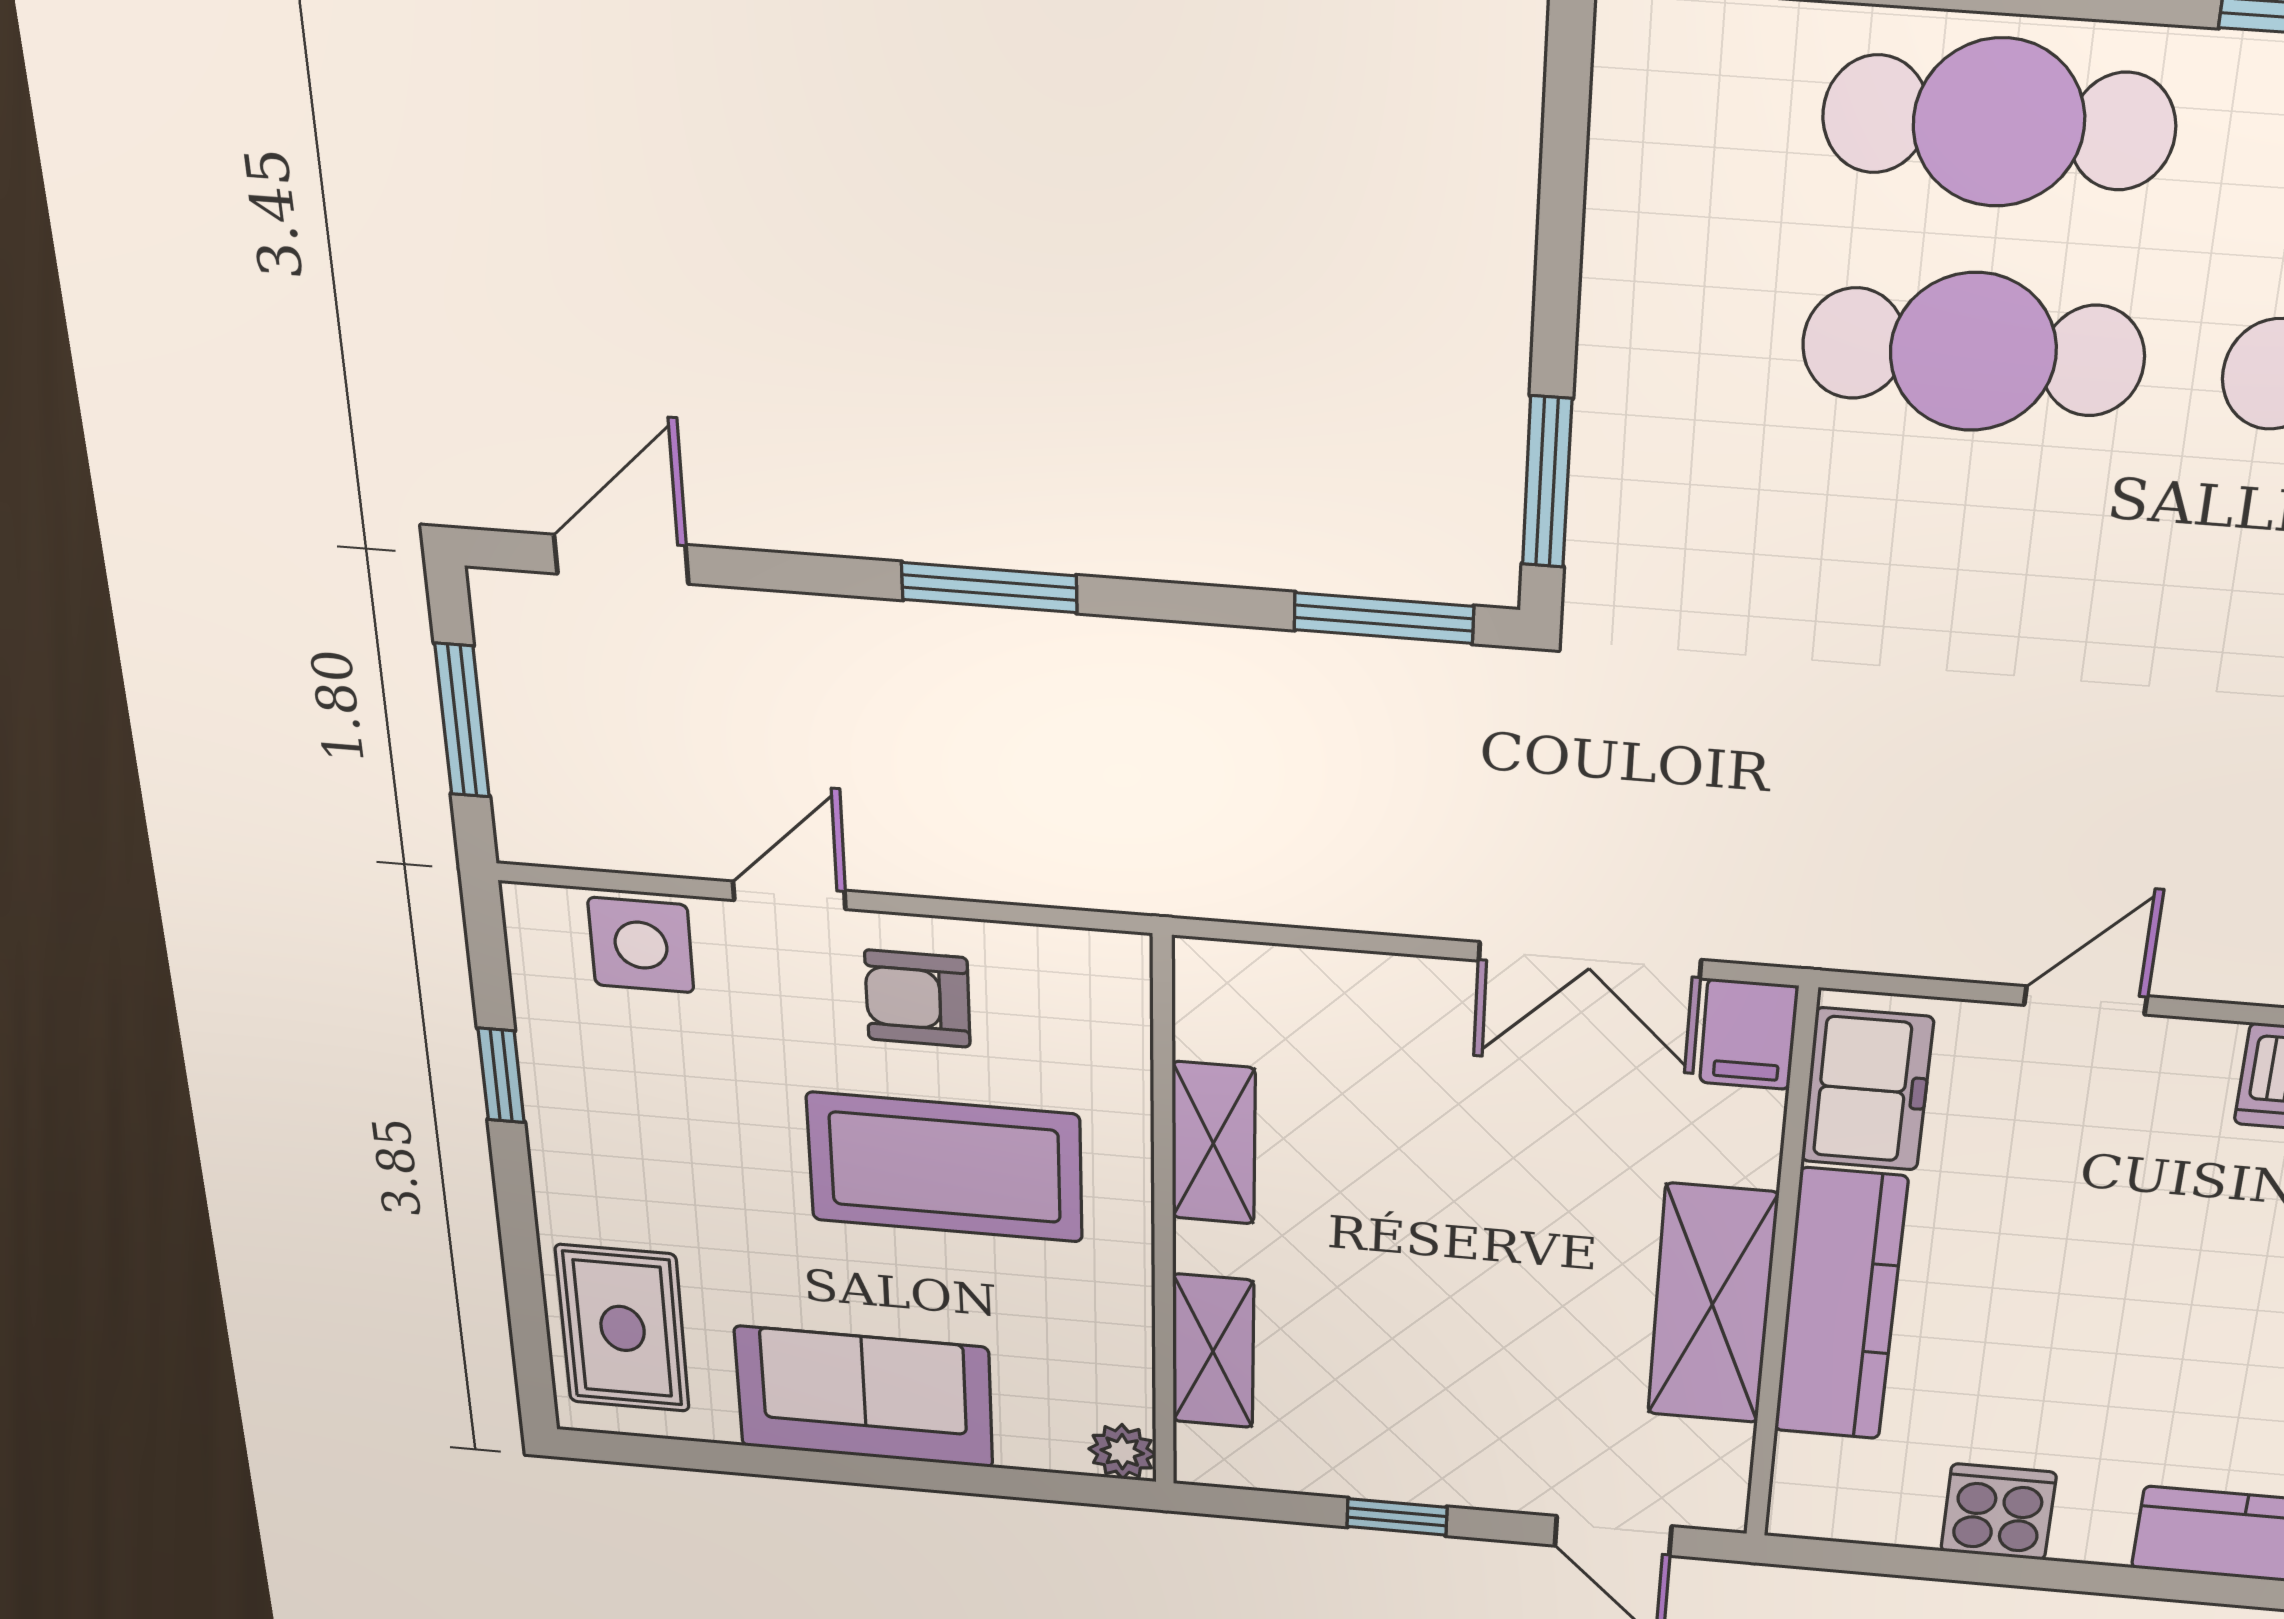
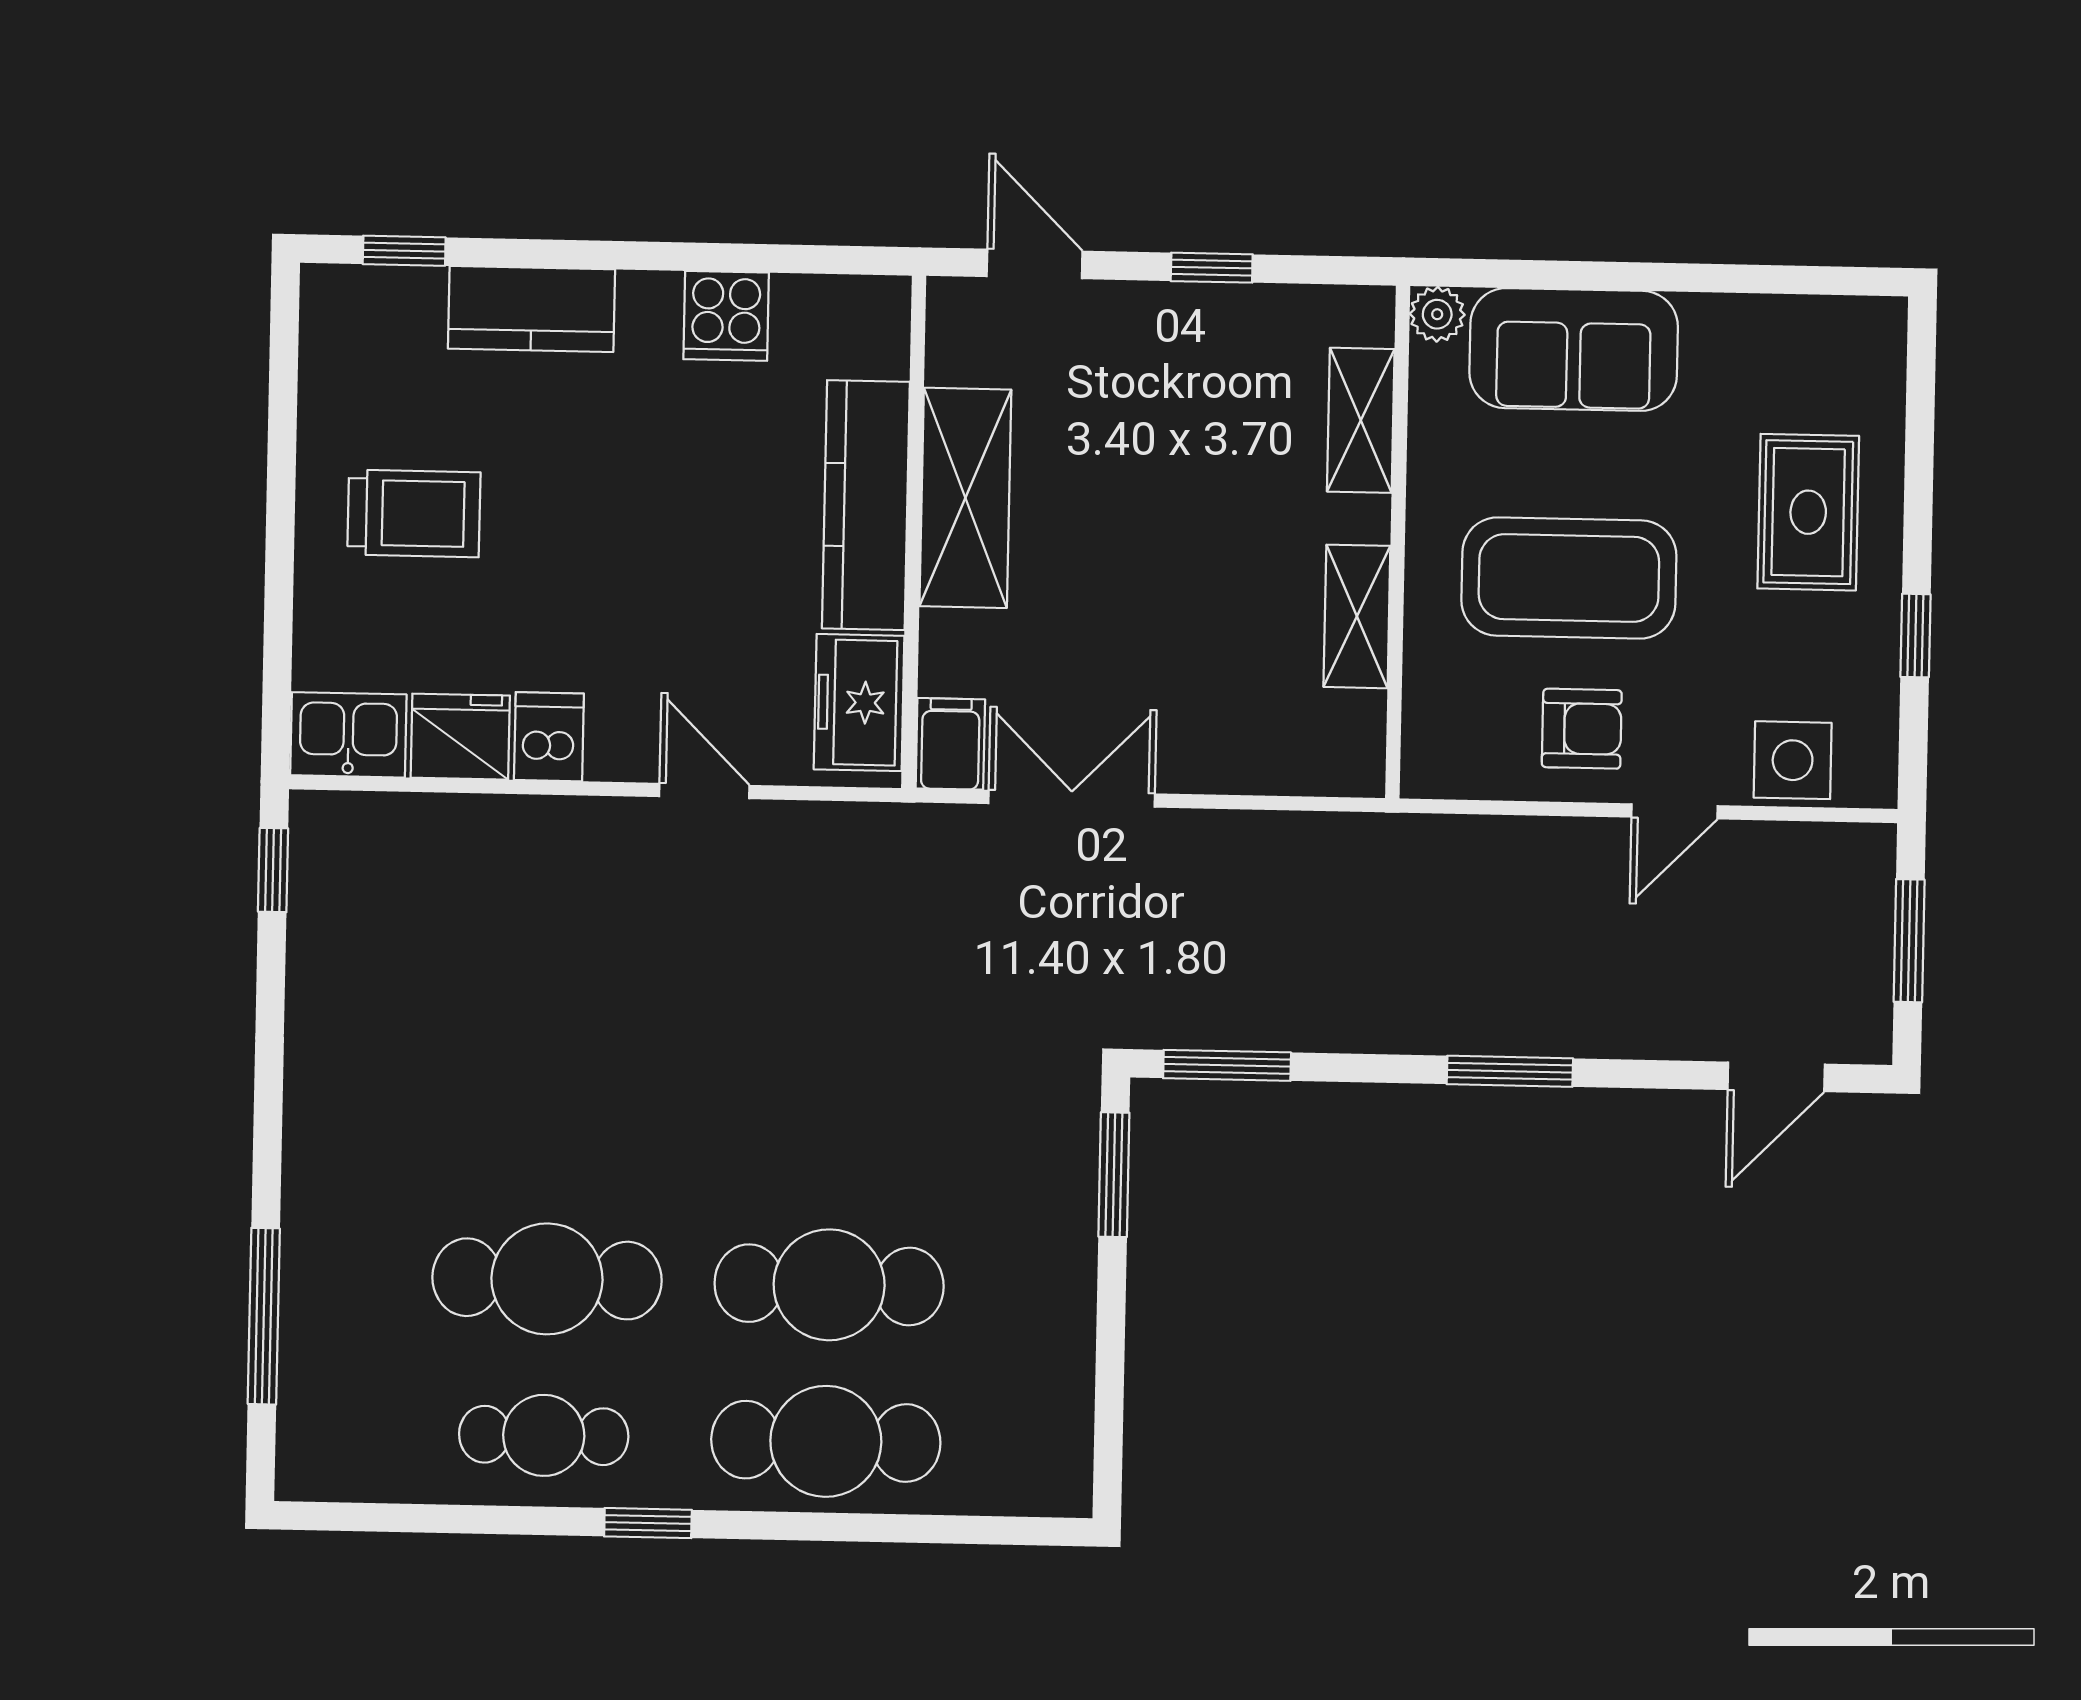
door: (2085, 1000) -> (704, 791), swing flipped
rug: (623, 1329) -> (1808, 512), moved
sofa: (864, 1397) -> (1574, 350), moved

